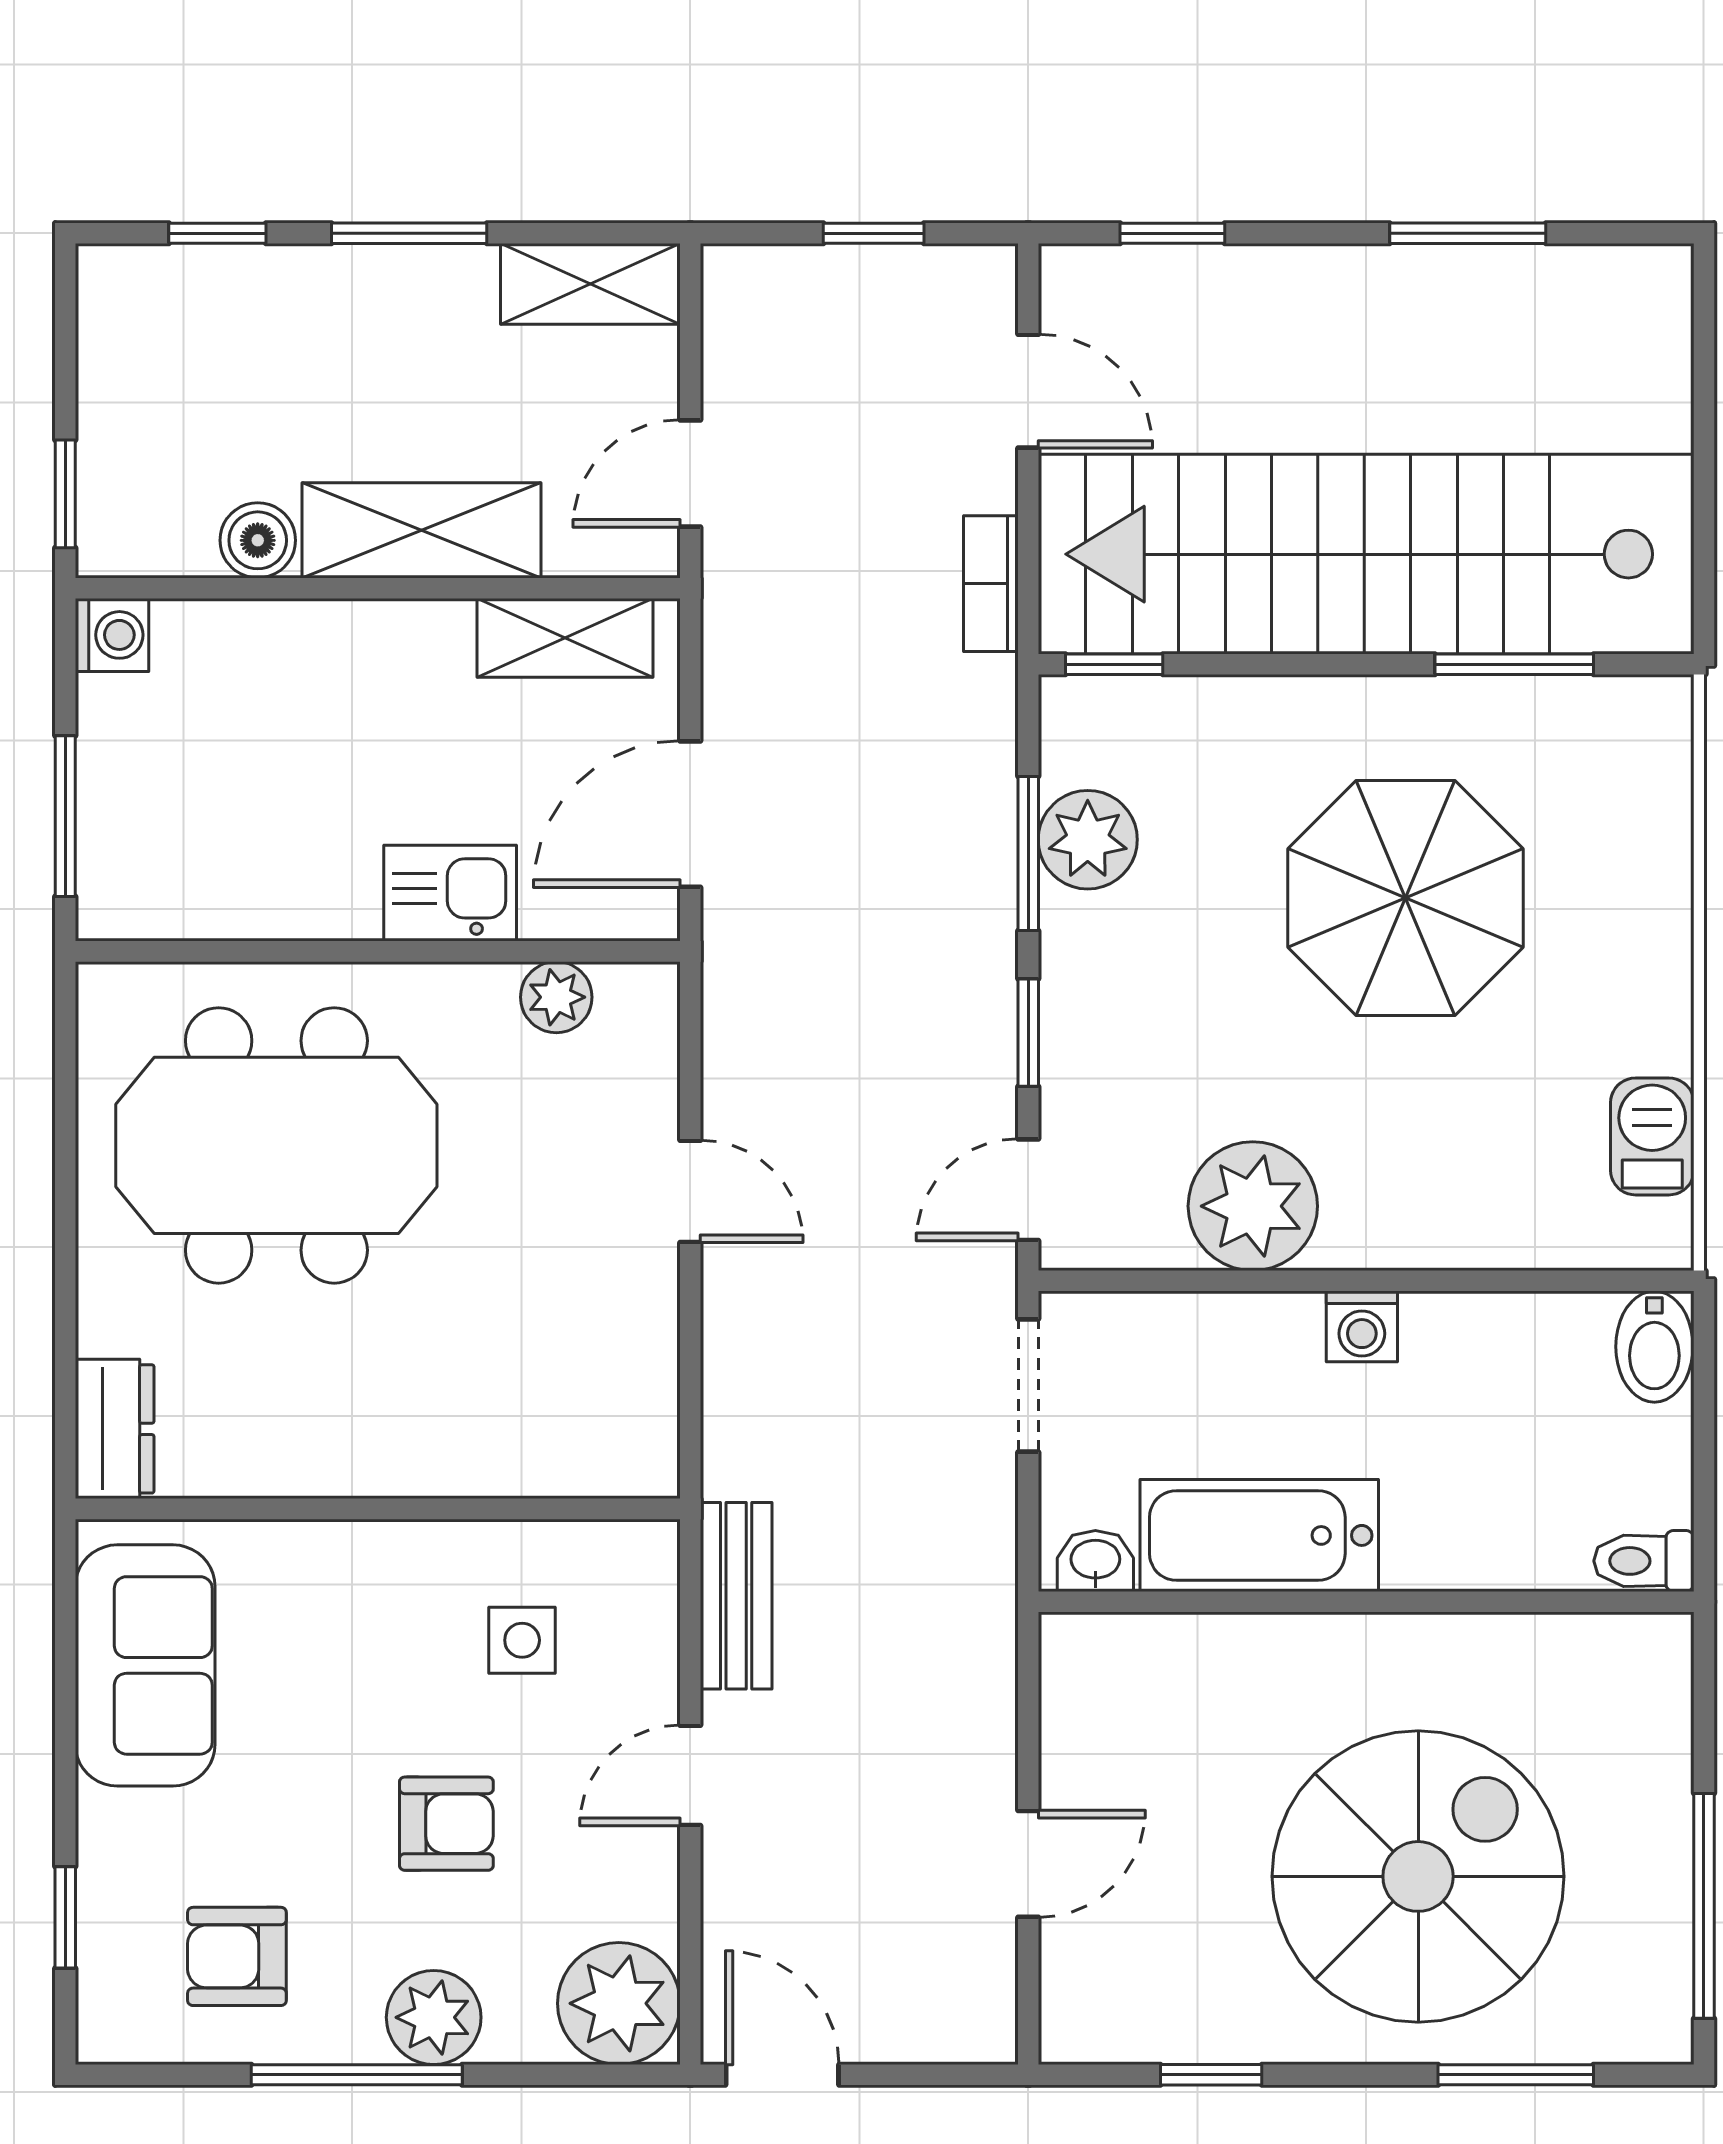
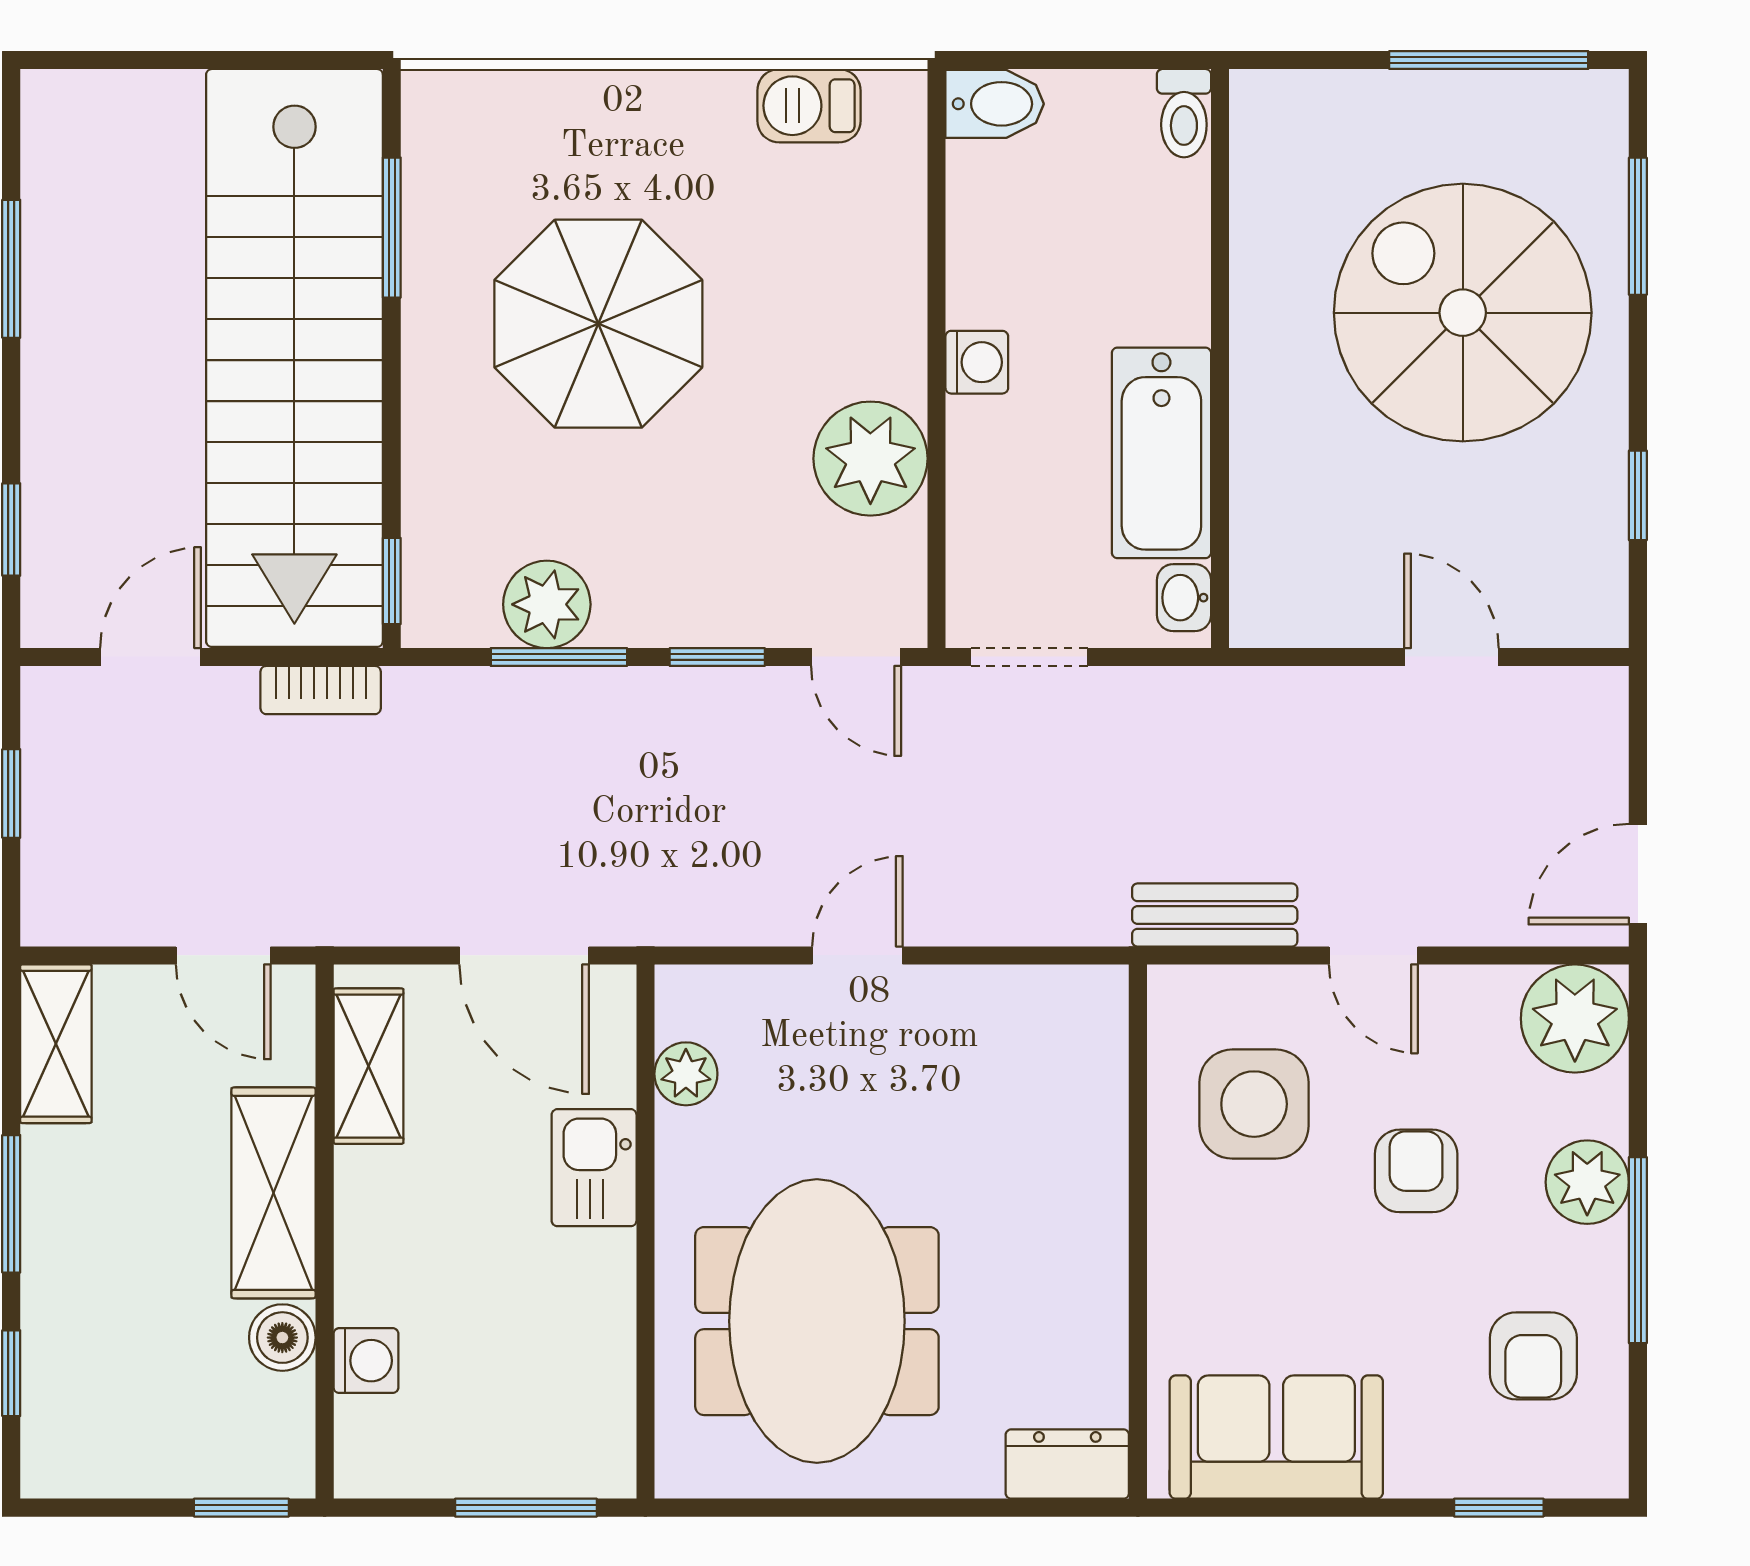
washing machine: (112, 635) -> (366, 1361), moved, turned 90
side table: (522, 1640) -> (1254, 1104), width x1.87, depth x1.87

